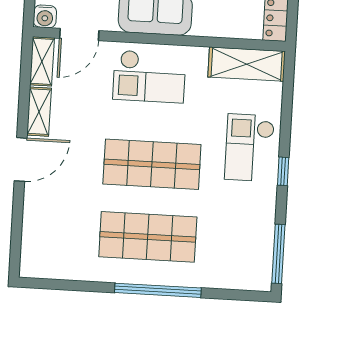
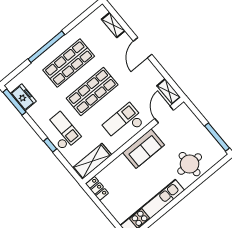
water cooler: (45, 16) -> (183, 109), removed
shelving: (39, 112) -> (113, 25), moved
window: (283, 171) -> (50, 145), moved
freezer: (259, 249) -> (23, 97), added

